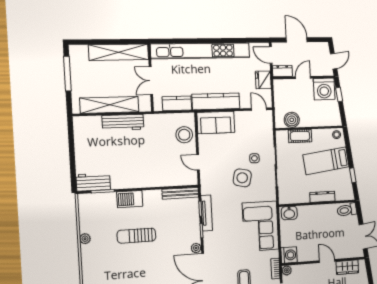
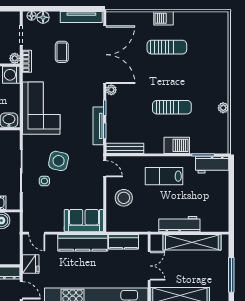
stool: (184, 135) -> (124, 198), moved
door: (198, 162) -> (105, 169), moved
lab bench: (141, 168) -> (164, 176), added

